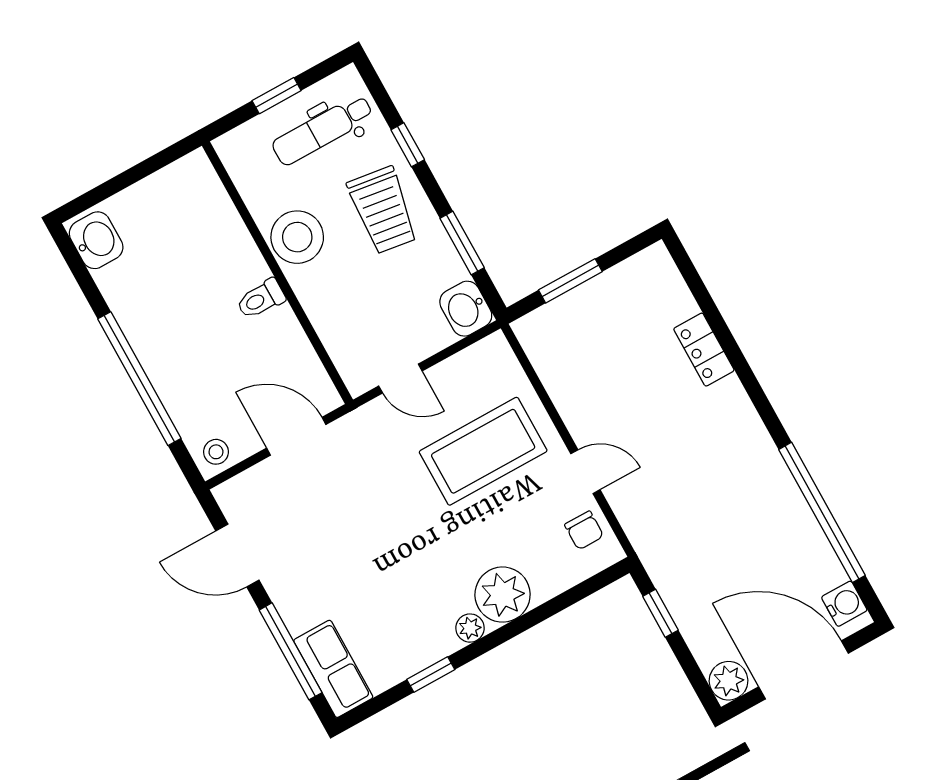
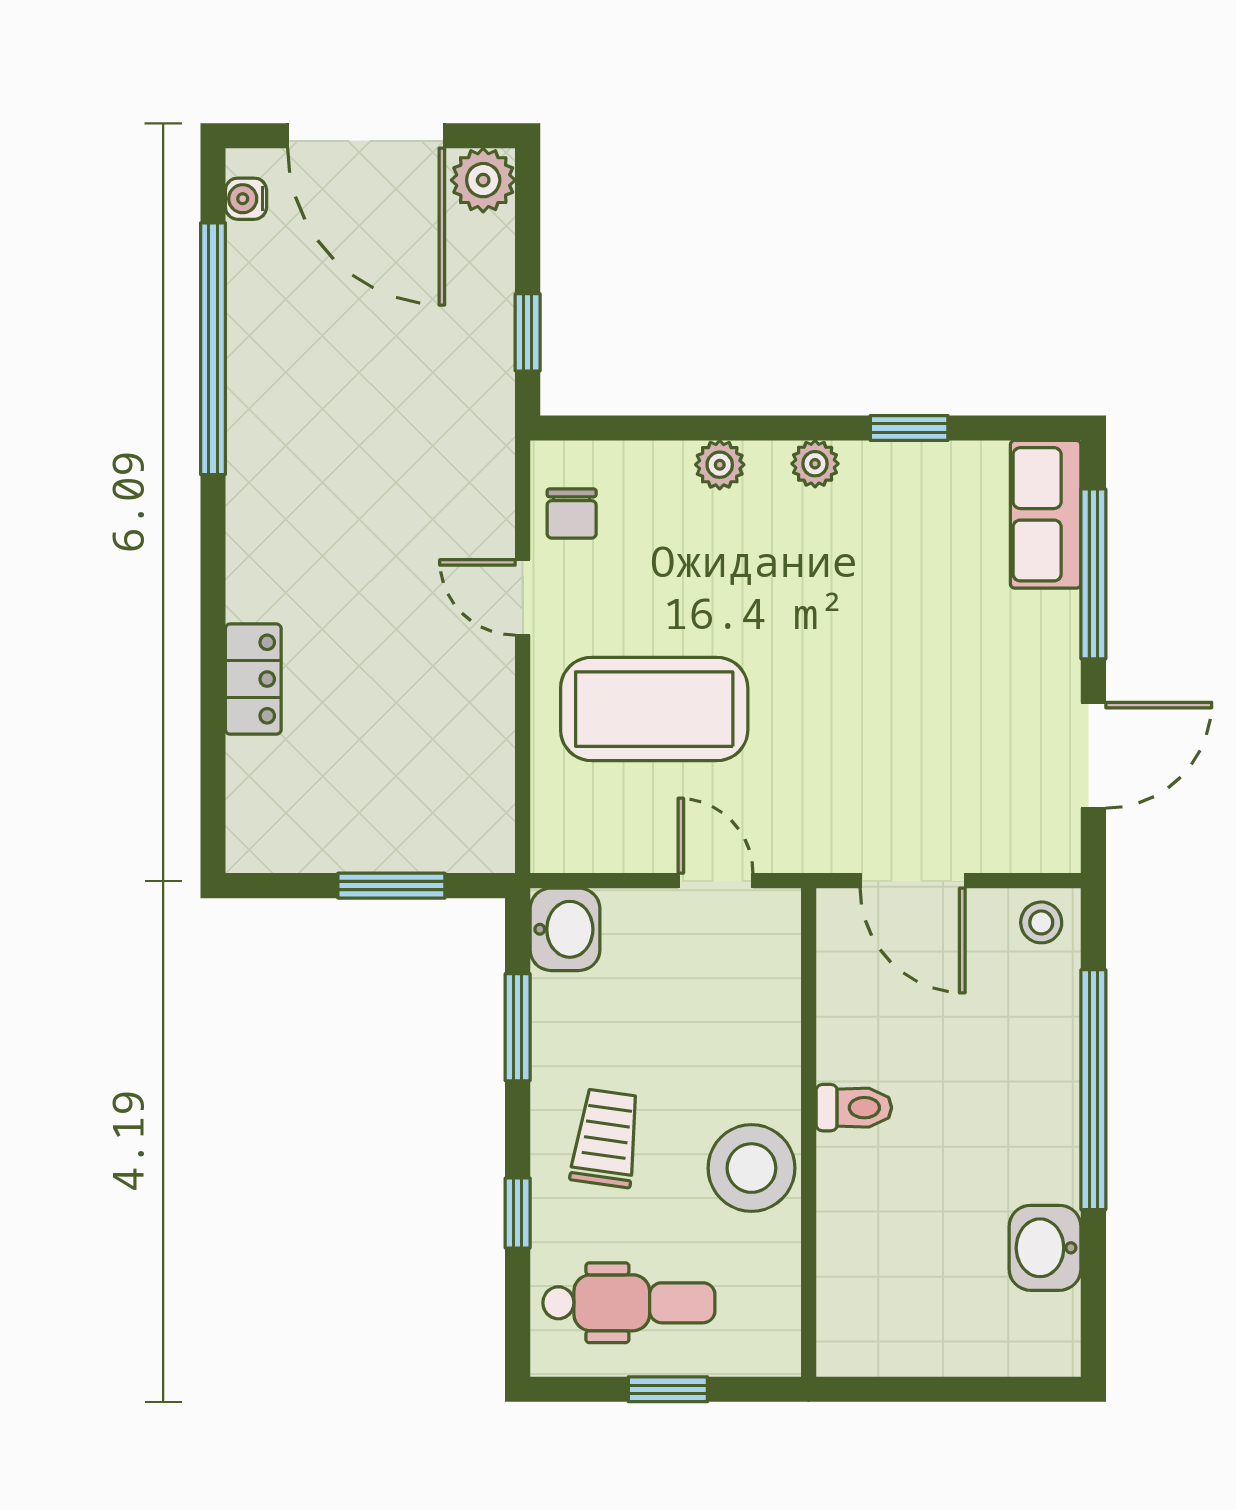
trolley: (383, 210) -> (606, 1138), width x0.73, depth x0.72
washbasin: (96, 240) -> (1045, 1248), moved
chair: (584, 530) -> (572, 513), turned 180
door: (237, 556) -> (1093, 755), hinge flipped
plant: (503, 595) -> (720, 465), width x0.53, depth x0.53
water cooler: (844, 604) -> (246, 199), width x0.72, depth x0.72

